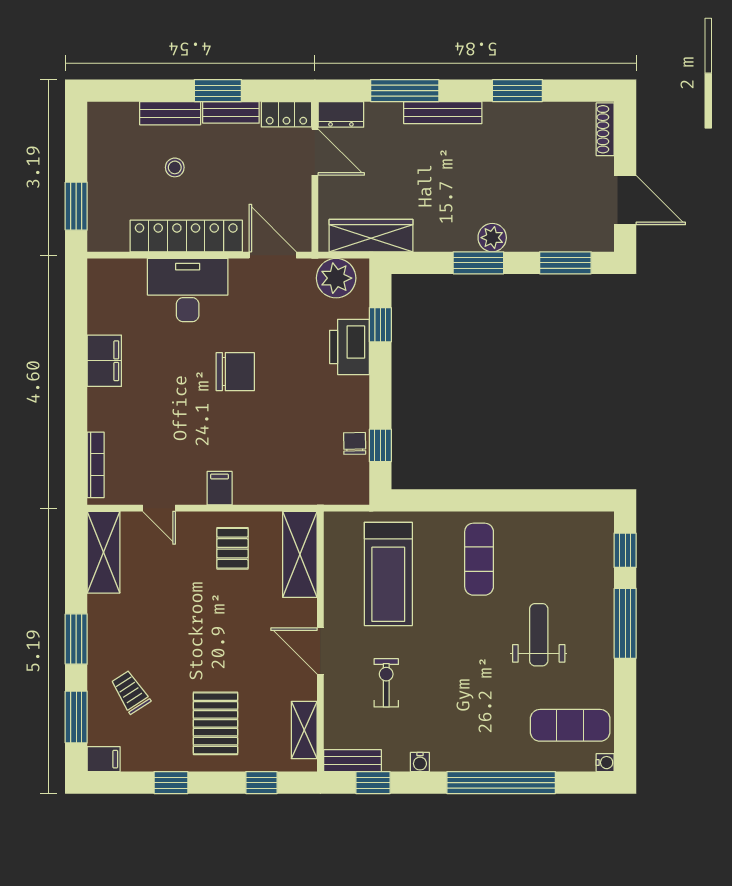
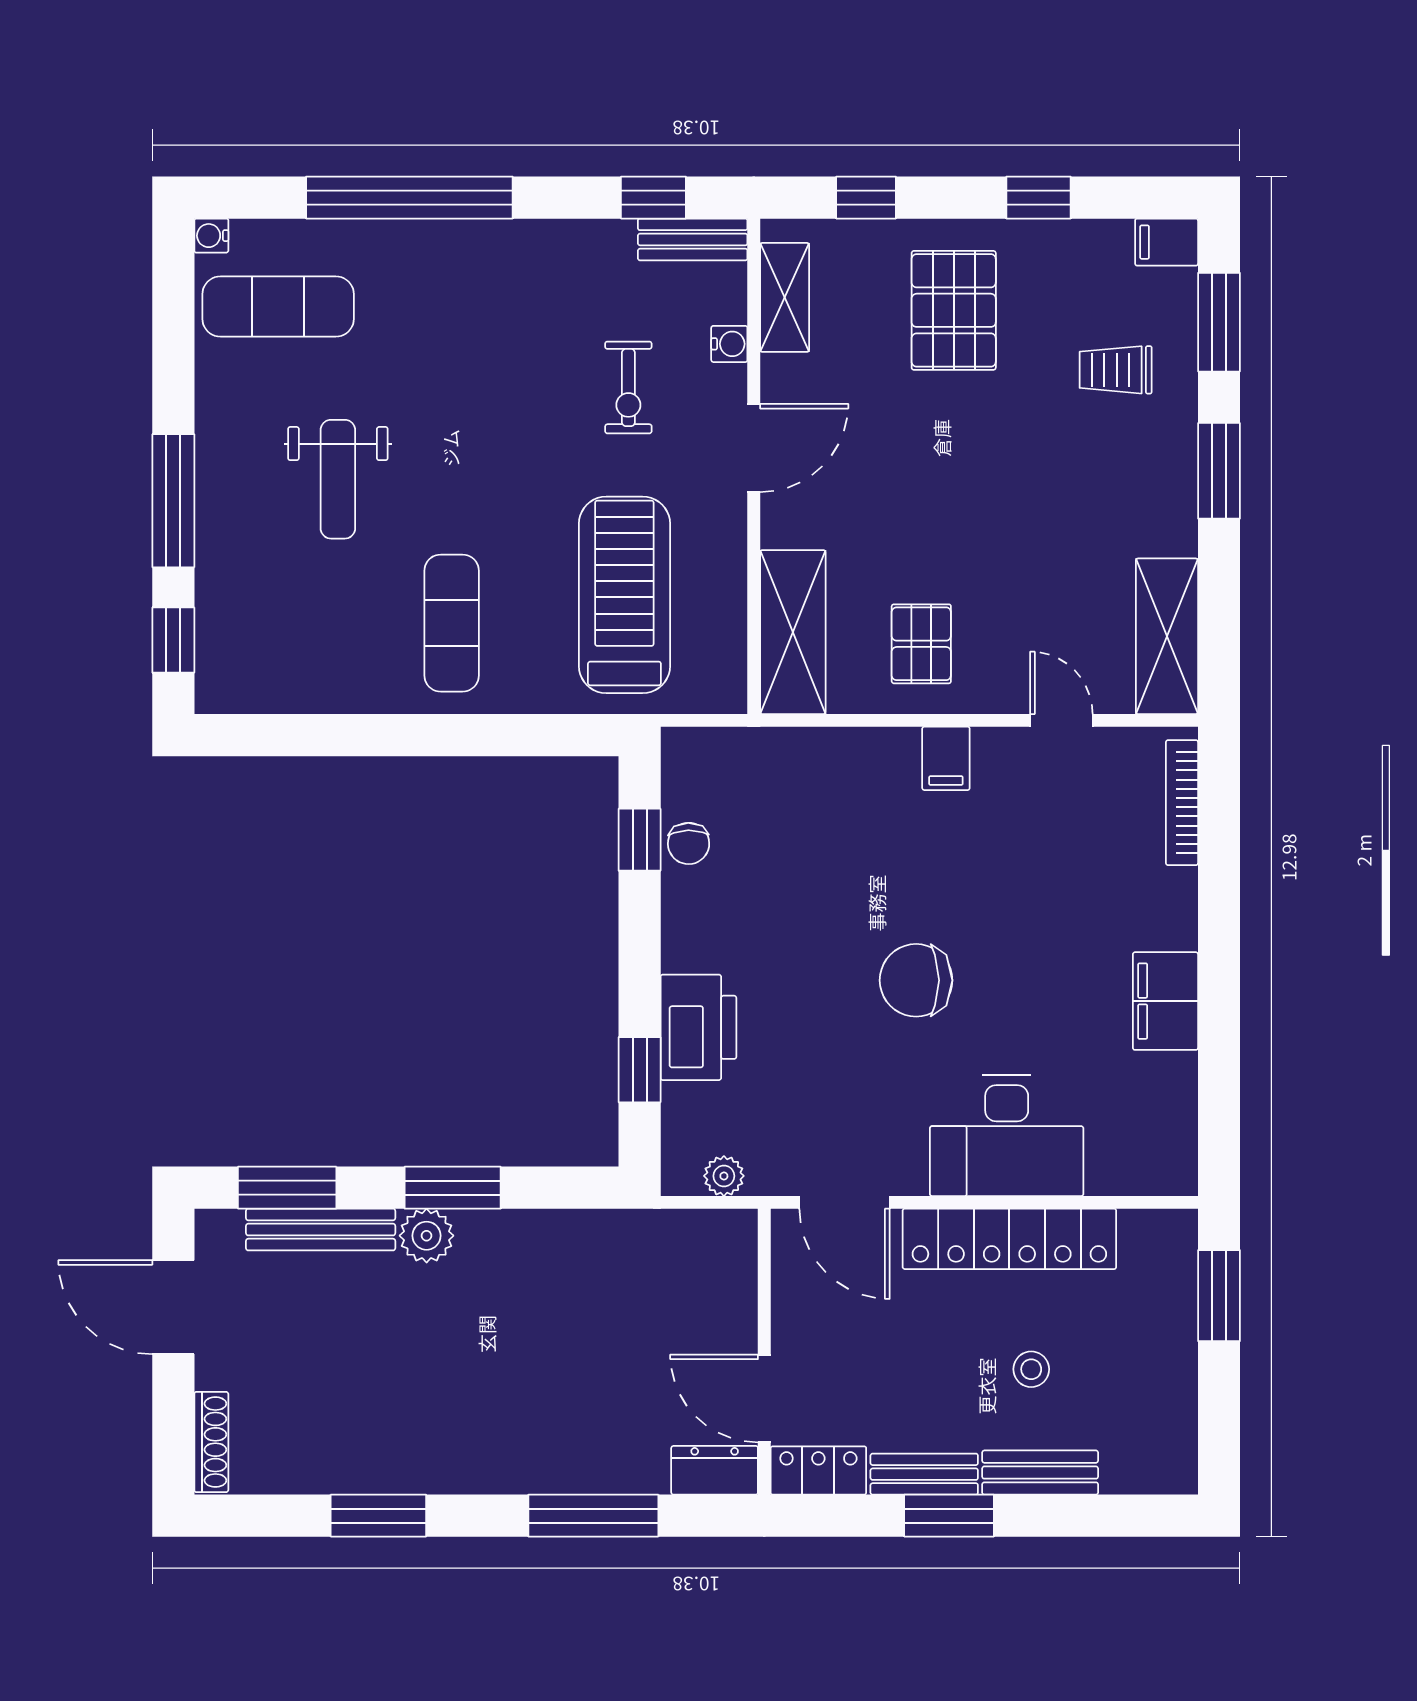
bench: (443, 113) -> (321, 1230), moved
wardrobe: (371, 236) -> (657, 1239), removed
plant: (336, 278) -> (724, 1176), width x0.53, depth x0.53
door: (320, 651) -> (754, 448), hinge flipped
trolley: (130, 692) -> (1116, 370), turned 123
water cooler: (420, 762) -> (729, 344), moved, turned 90

